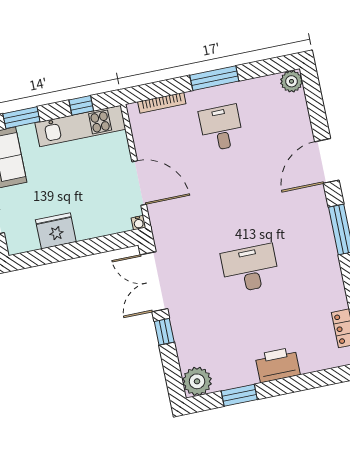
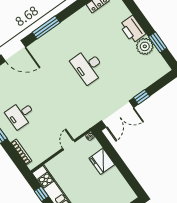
door: (139, 183) -> (69, 145), width x0.53
fridge: (56, 231) -> (102, 161), moved
plant: (197, 381) -> (145, 46), moved

